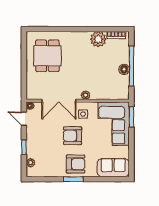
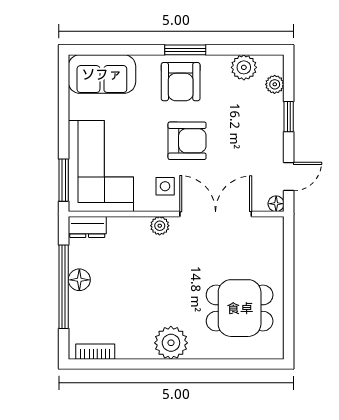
plant: (98, 39) -> (171, 343), moved
dining table: (47, 56) -> (240, 308), turned 90
dresser: (120, 95) -> (87, 227), added
door: (24, 119) -> (289, 176), hinge flipped
armchair: (76, 164) -> (181, 82), turned -90
plant: (45, 171) -> (244, 67), added

